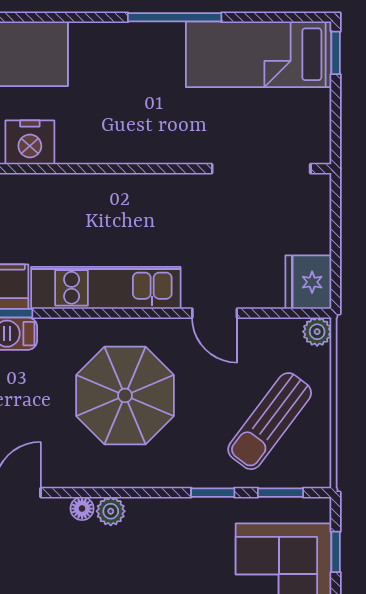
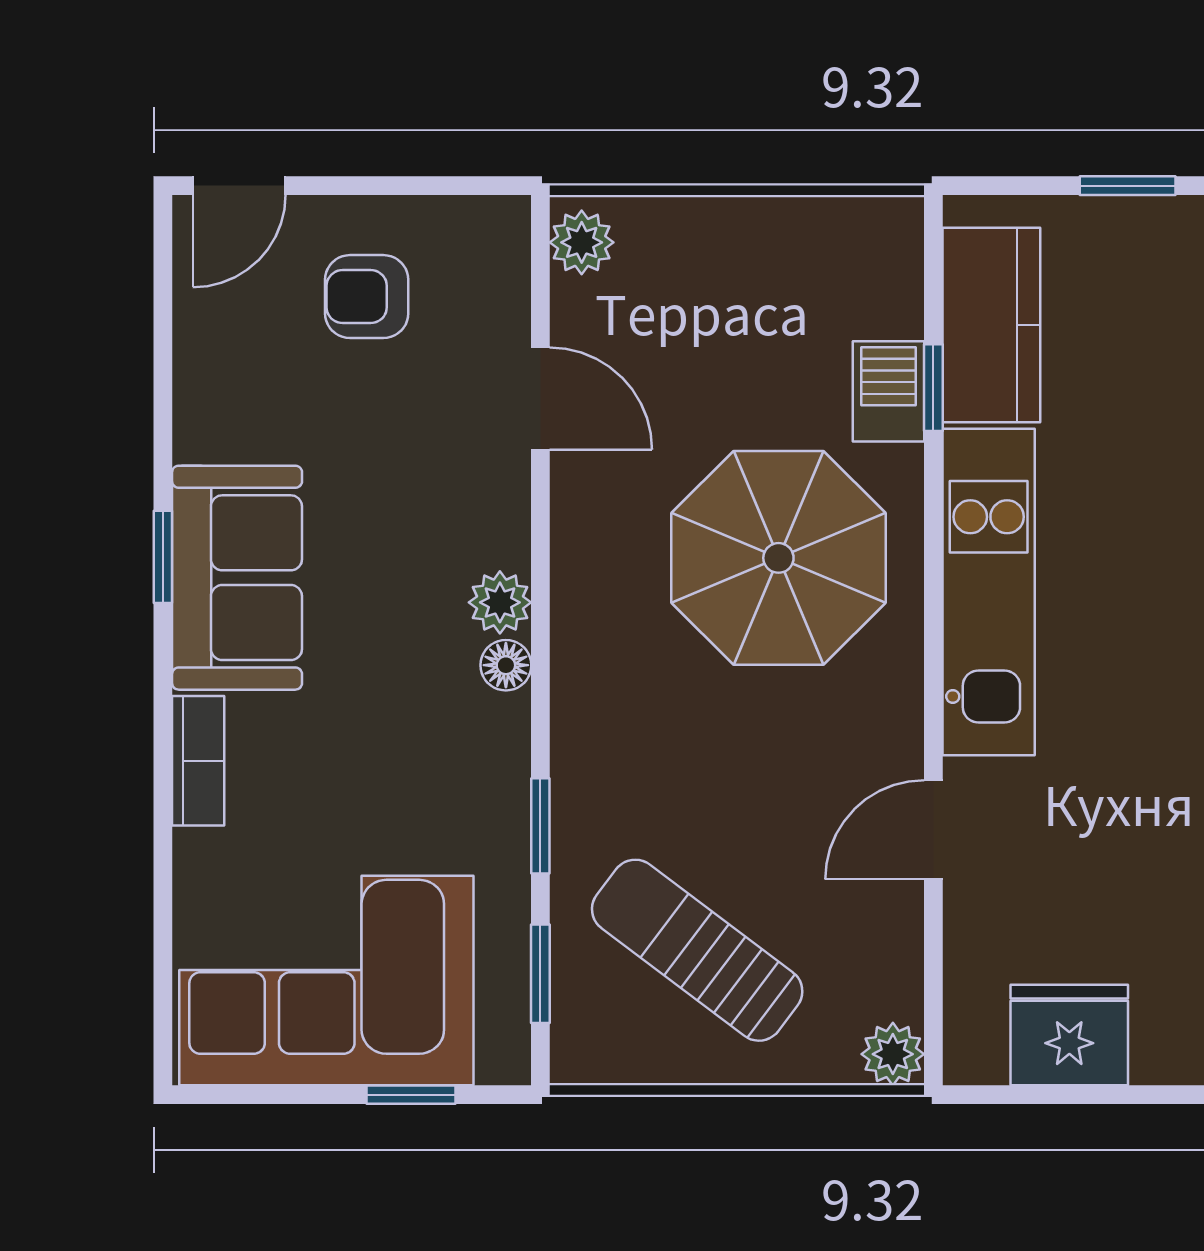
fridge: (308, 282) -> (1069, 1035), moved
parasol: (125, 395) -> (778, 558), moved
floor lamp: (82, 509) -> (506, 665), moved

